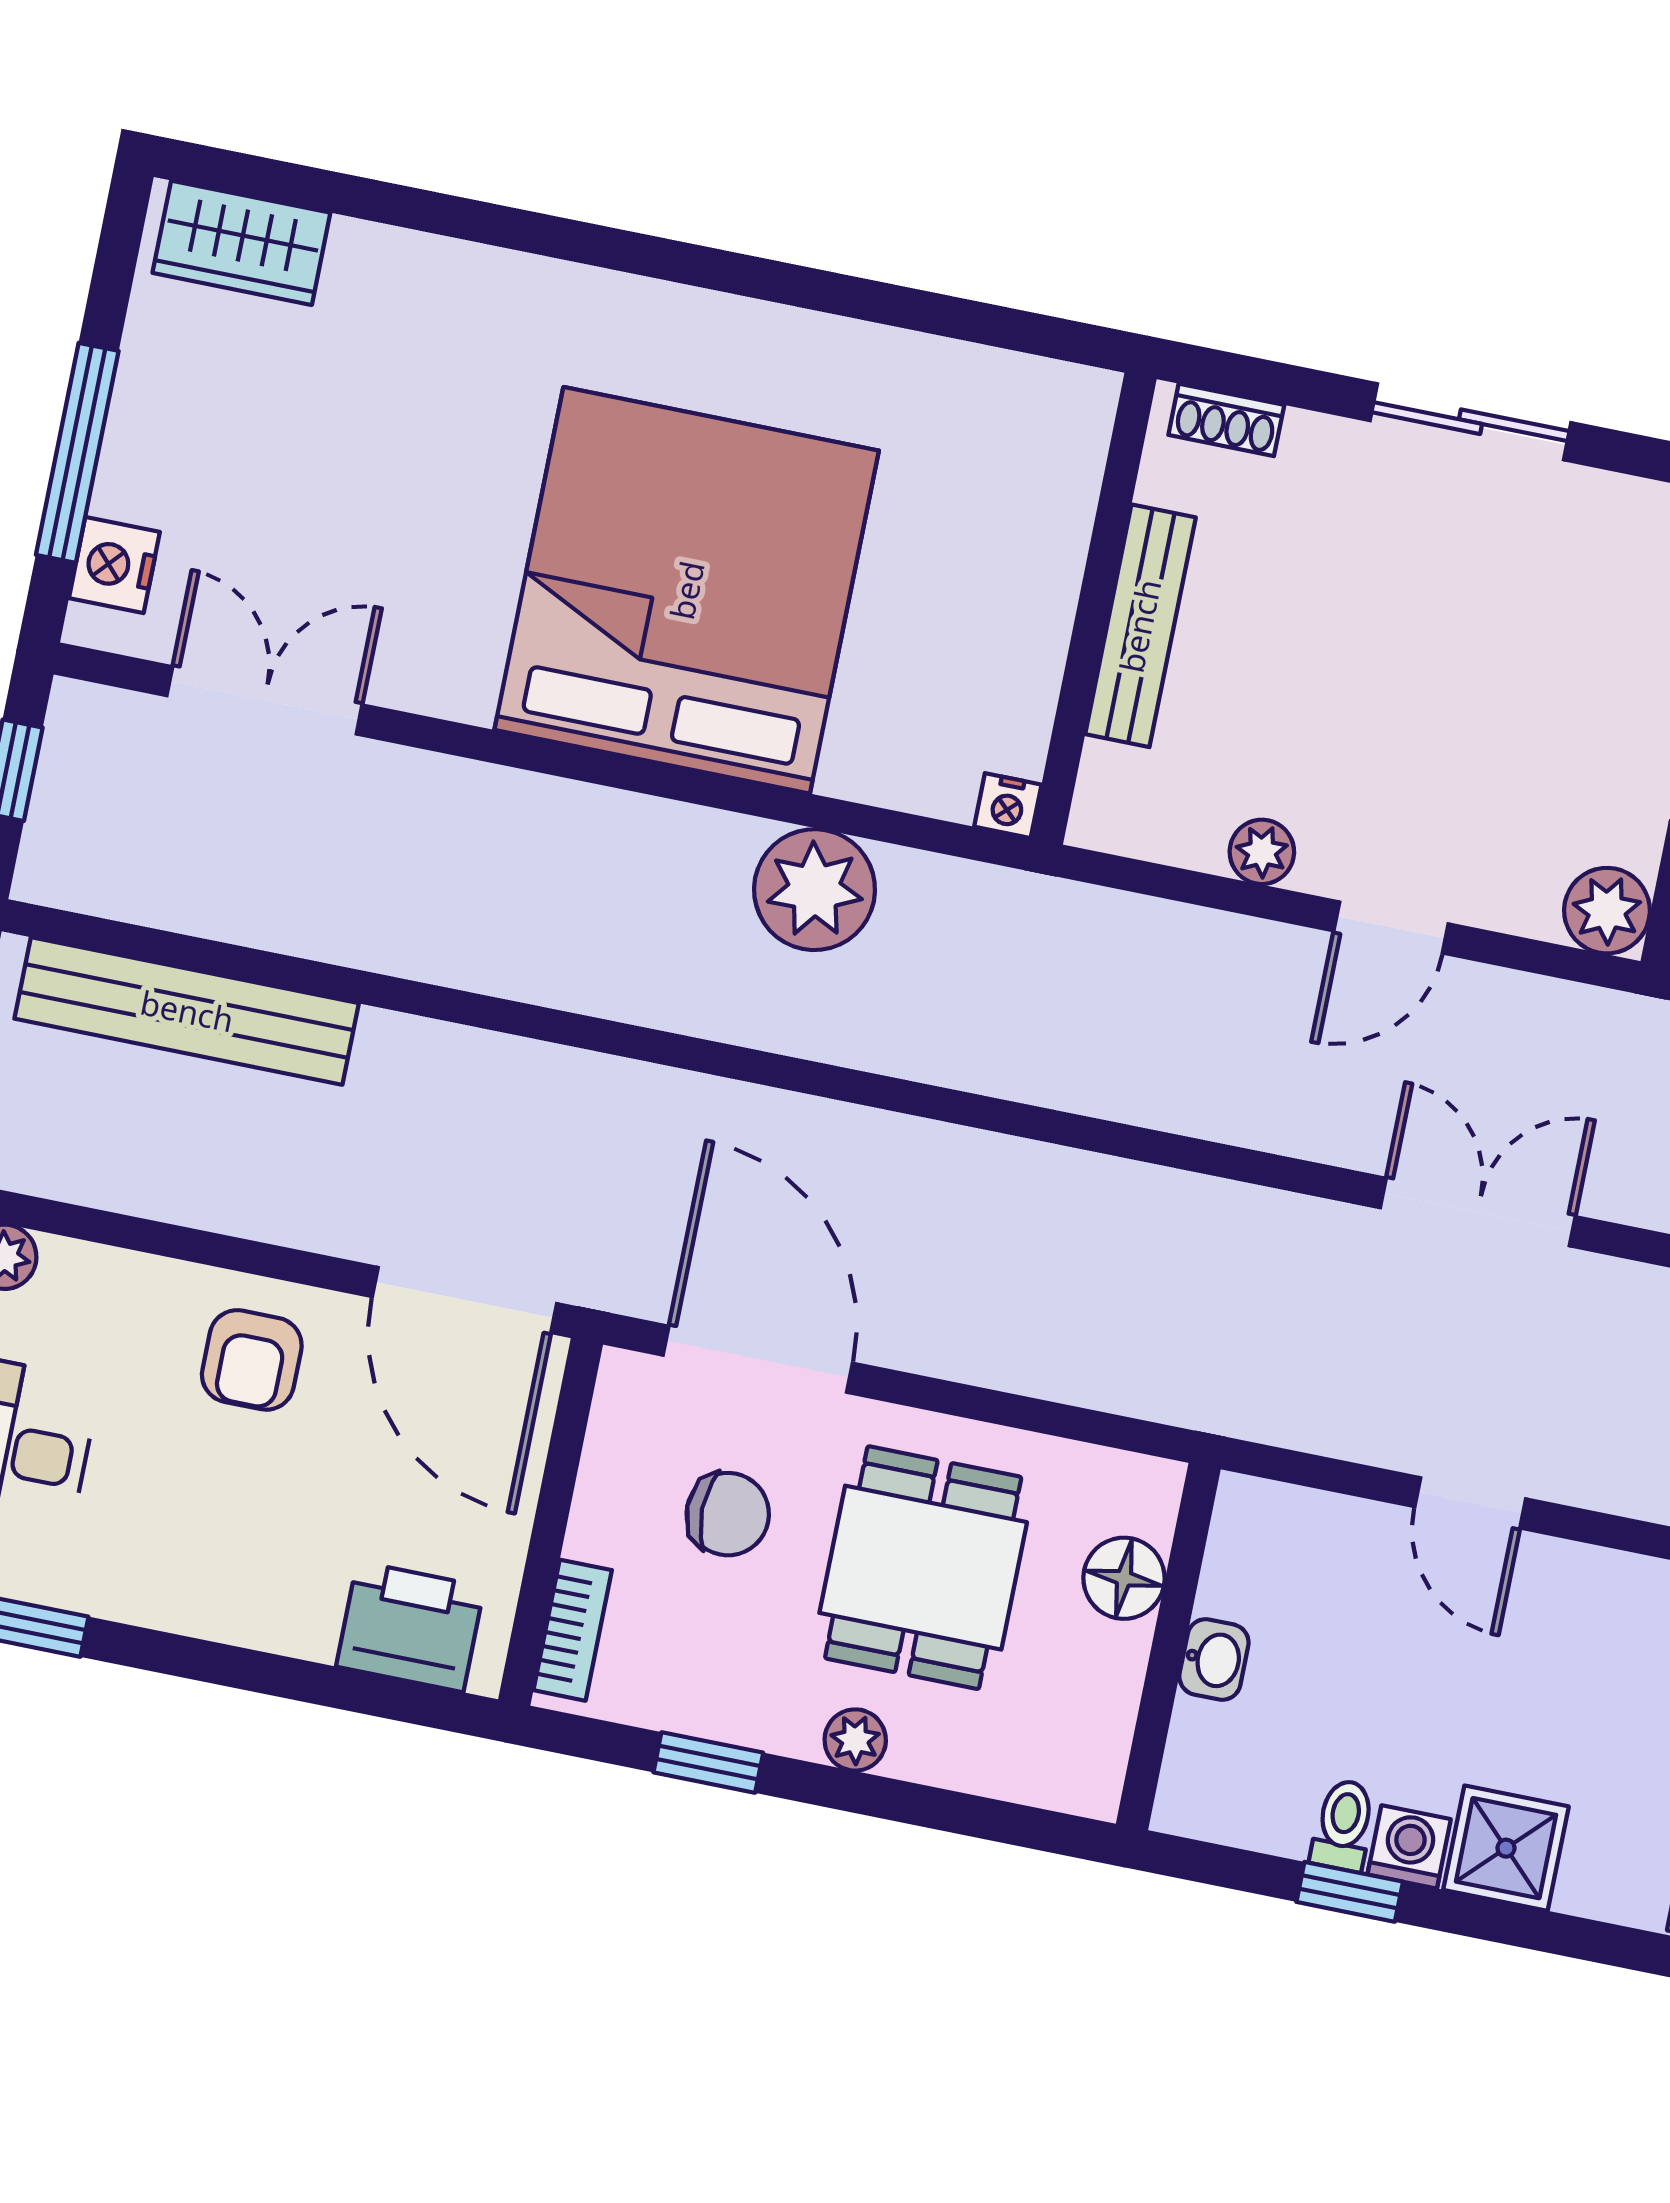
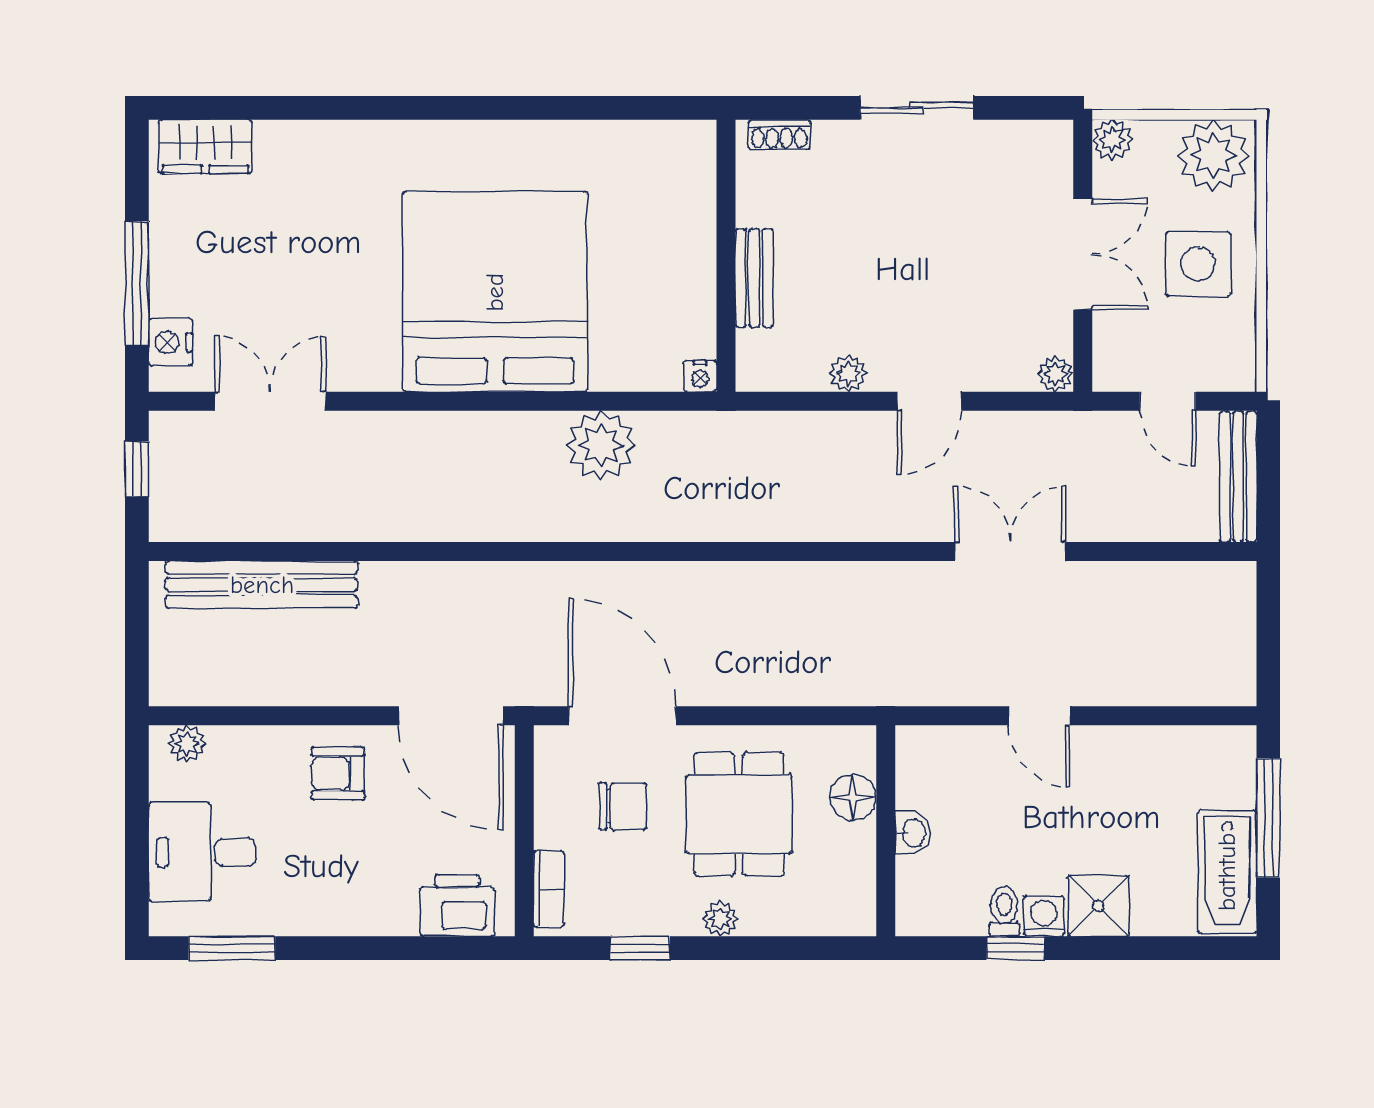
bench: (1140, 626) -> (754, 278), width x0.73
plant: (1607, 911) -> (1056, 374), width x0.73, depth x0.73
armchair: (252, 1360) -> (338, 774), turned 90

